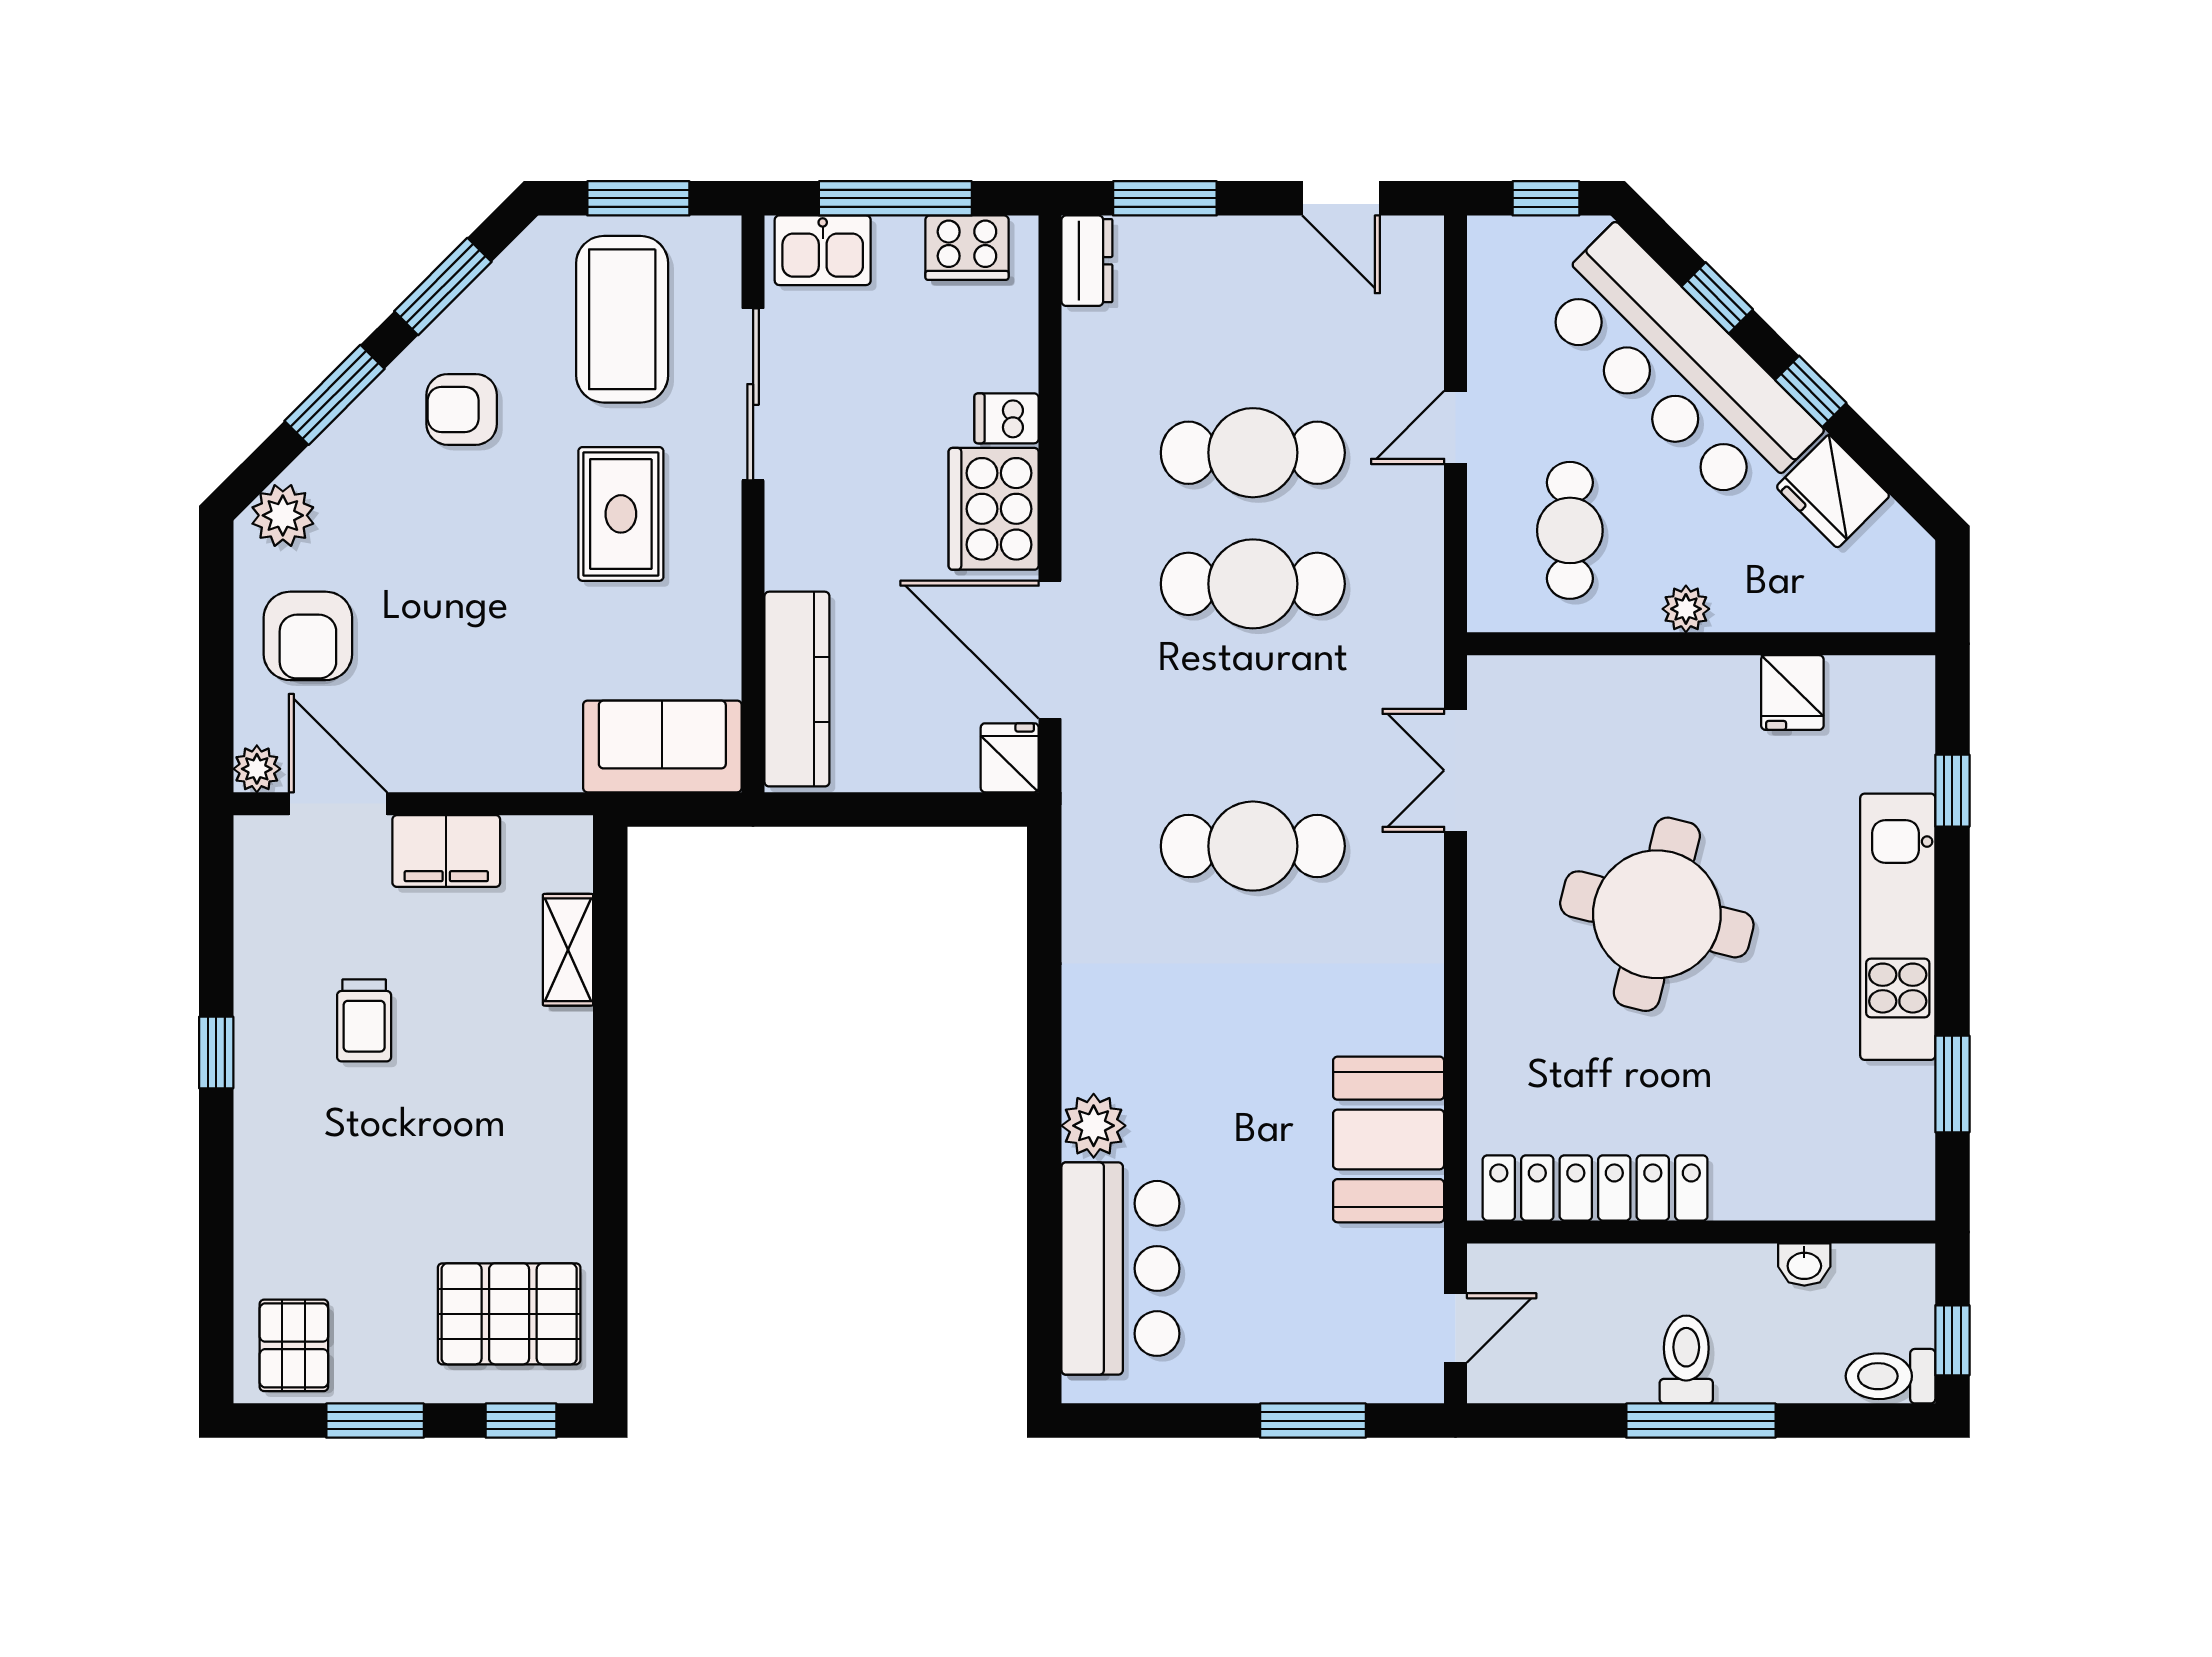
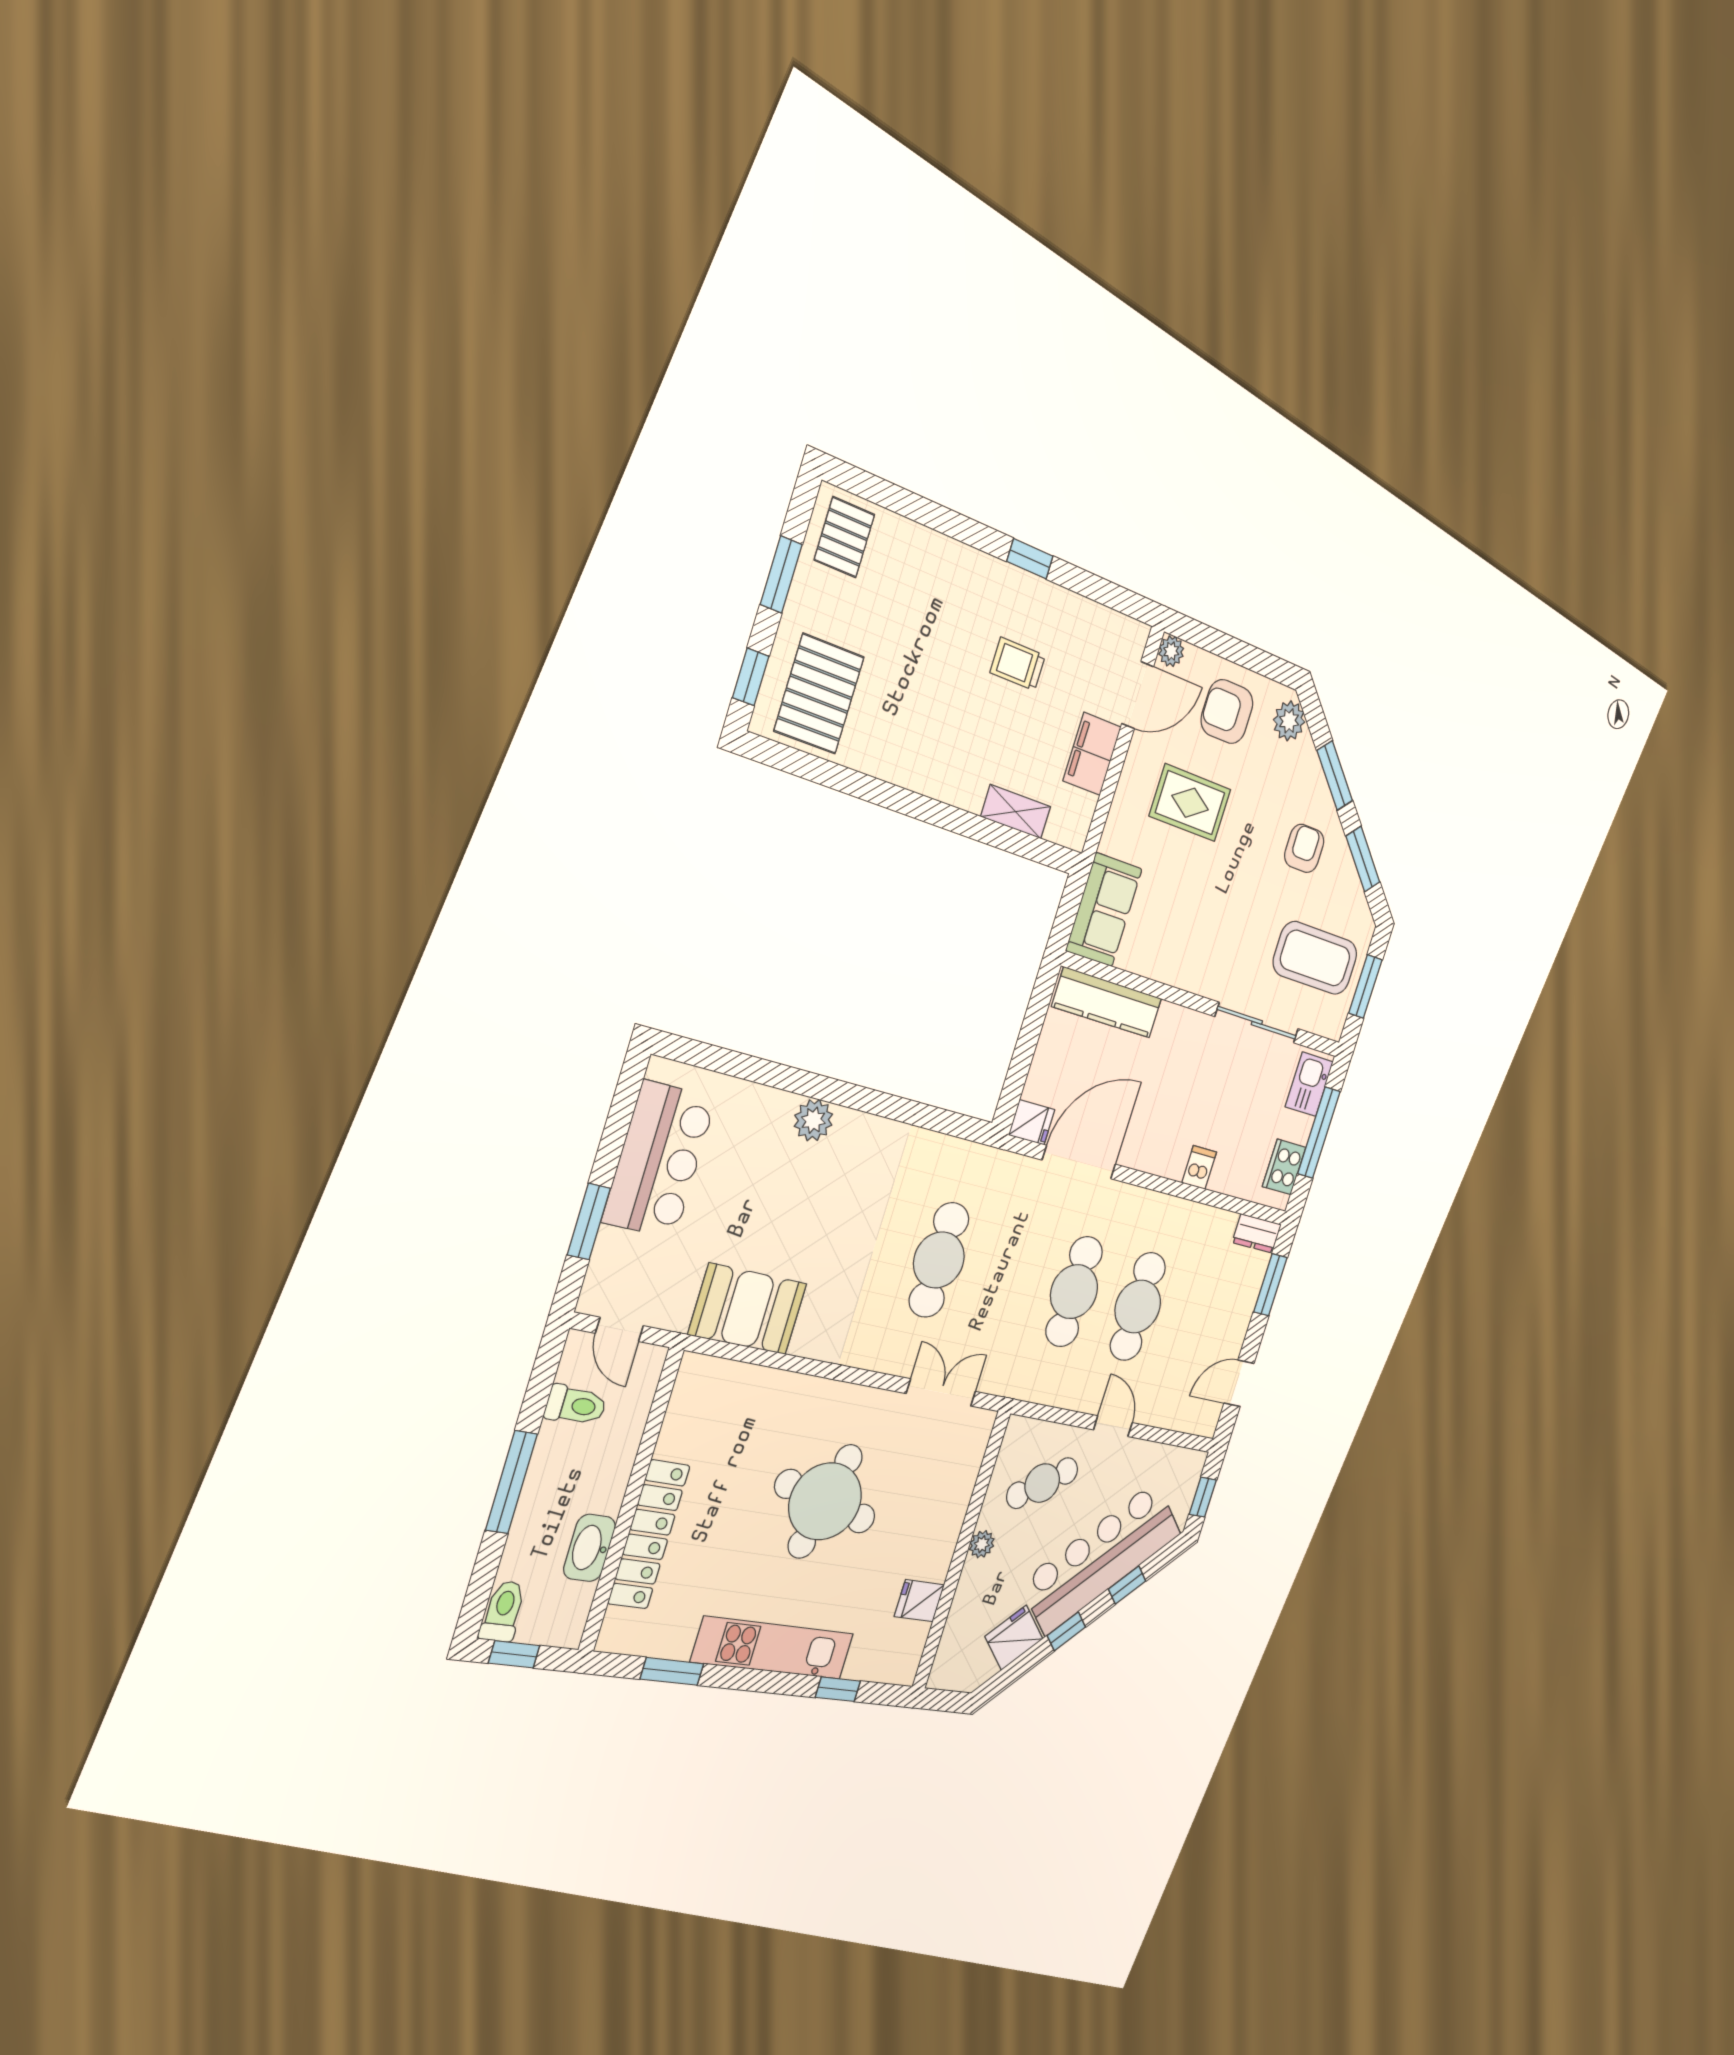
cooker: (994, 509) -> (1159, 1148), removed
rug: (621, 514) -> (1190, 803), moved
cafe table: (1570, 530) -> (1042, 1483), turned -34
locker: (1595, 1188) -> (649, 1535), moved
washbasin: (1804, 1265) -> (589, 1548), width x1.91, depth x1.45
bar counter: (1120, 1268) -> (659, 1160), moved, turned -90
pallet: (294, 1345) -> (844, 537), turned 90
toilet: (1686, 1359) -> (576, 1405), moved

